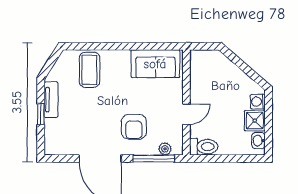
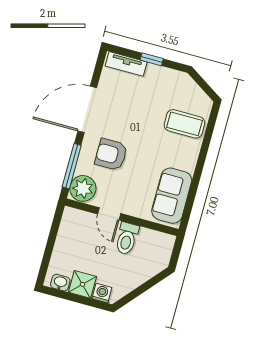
tv unit: (51, 100) -> (126, 64), moved
toilet: (204, 147) -> (127, 238), moved
plant: (165, 149) -> (83, 188), width x1.87, depth x1.87

